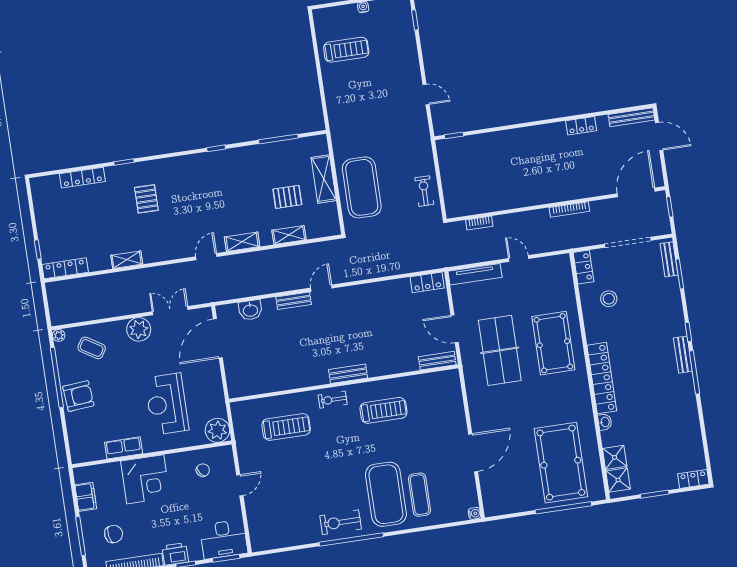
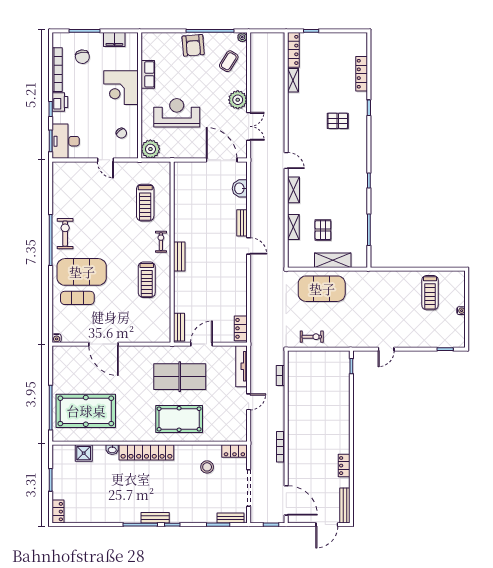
shelving: (127, 260) -> (293, 80), moved
shower: (618, 480) -> (66, 453), removed

